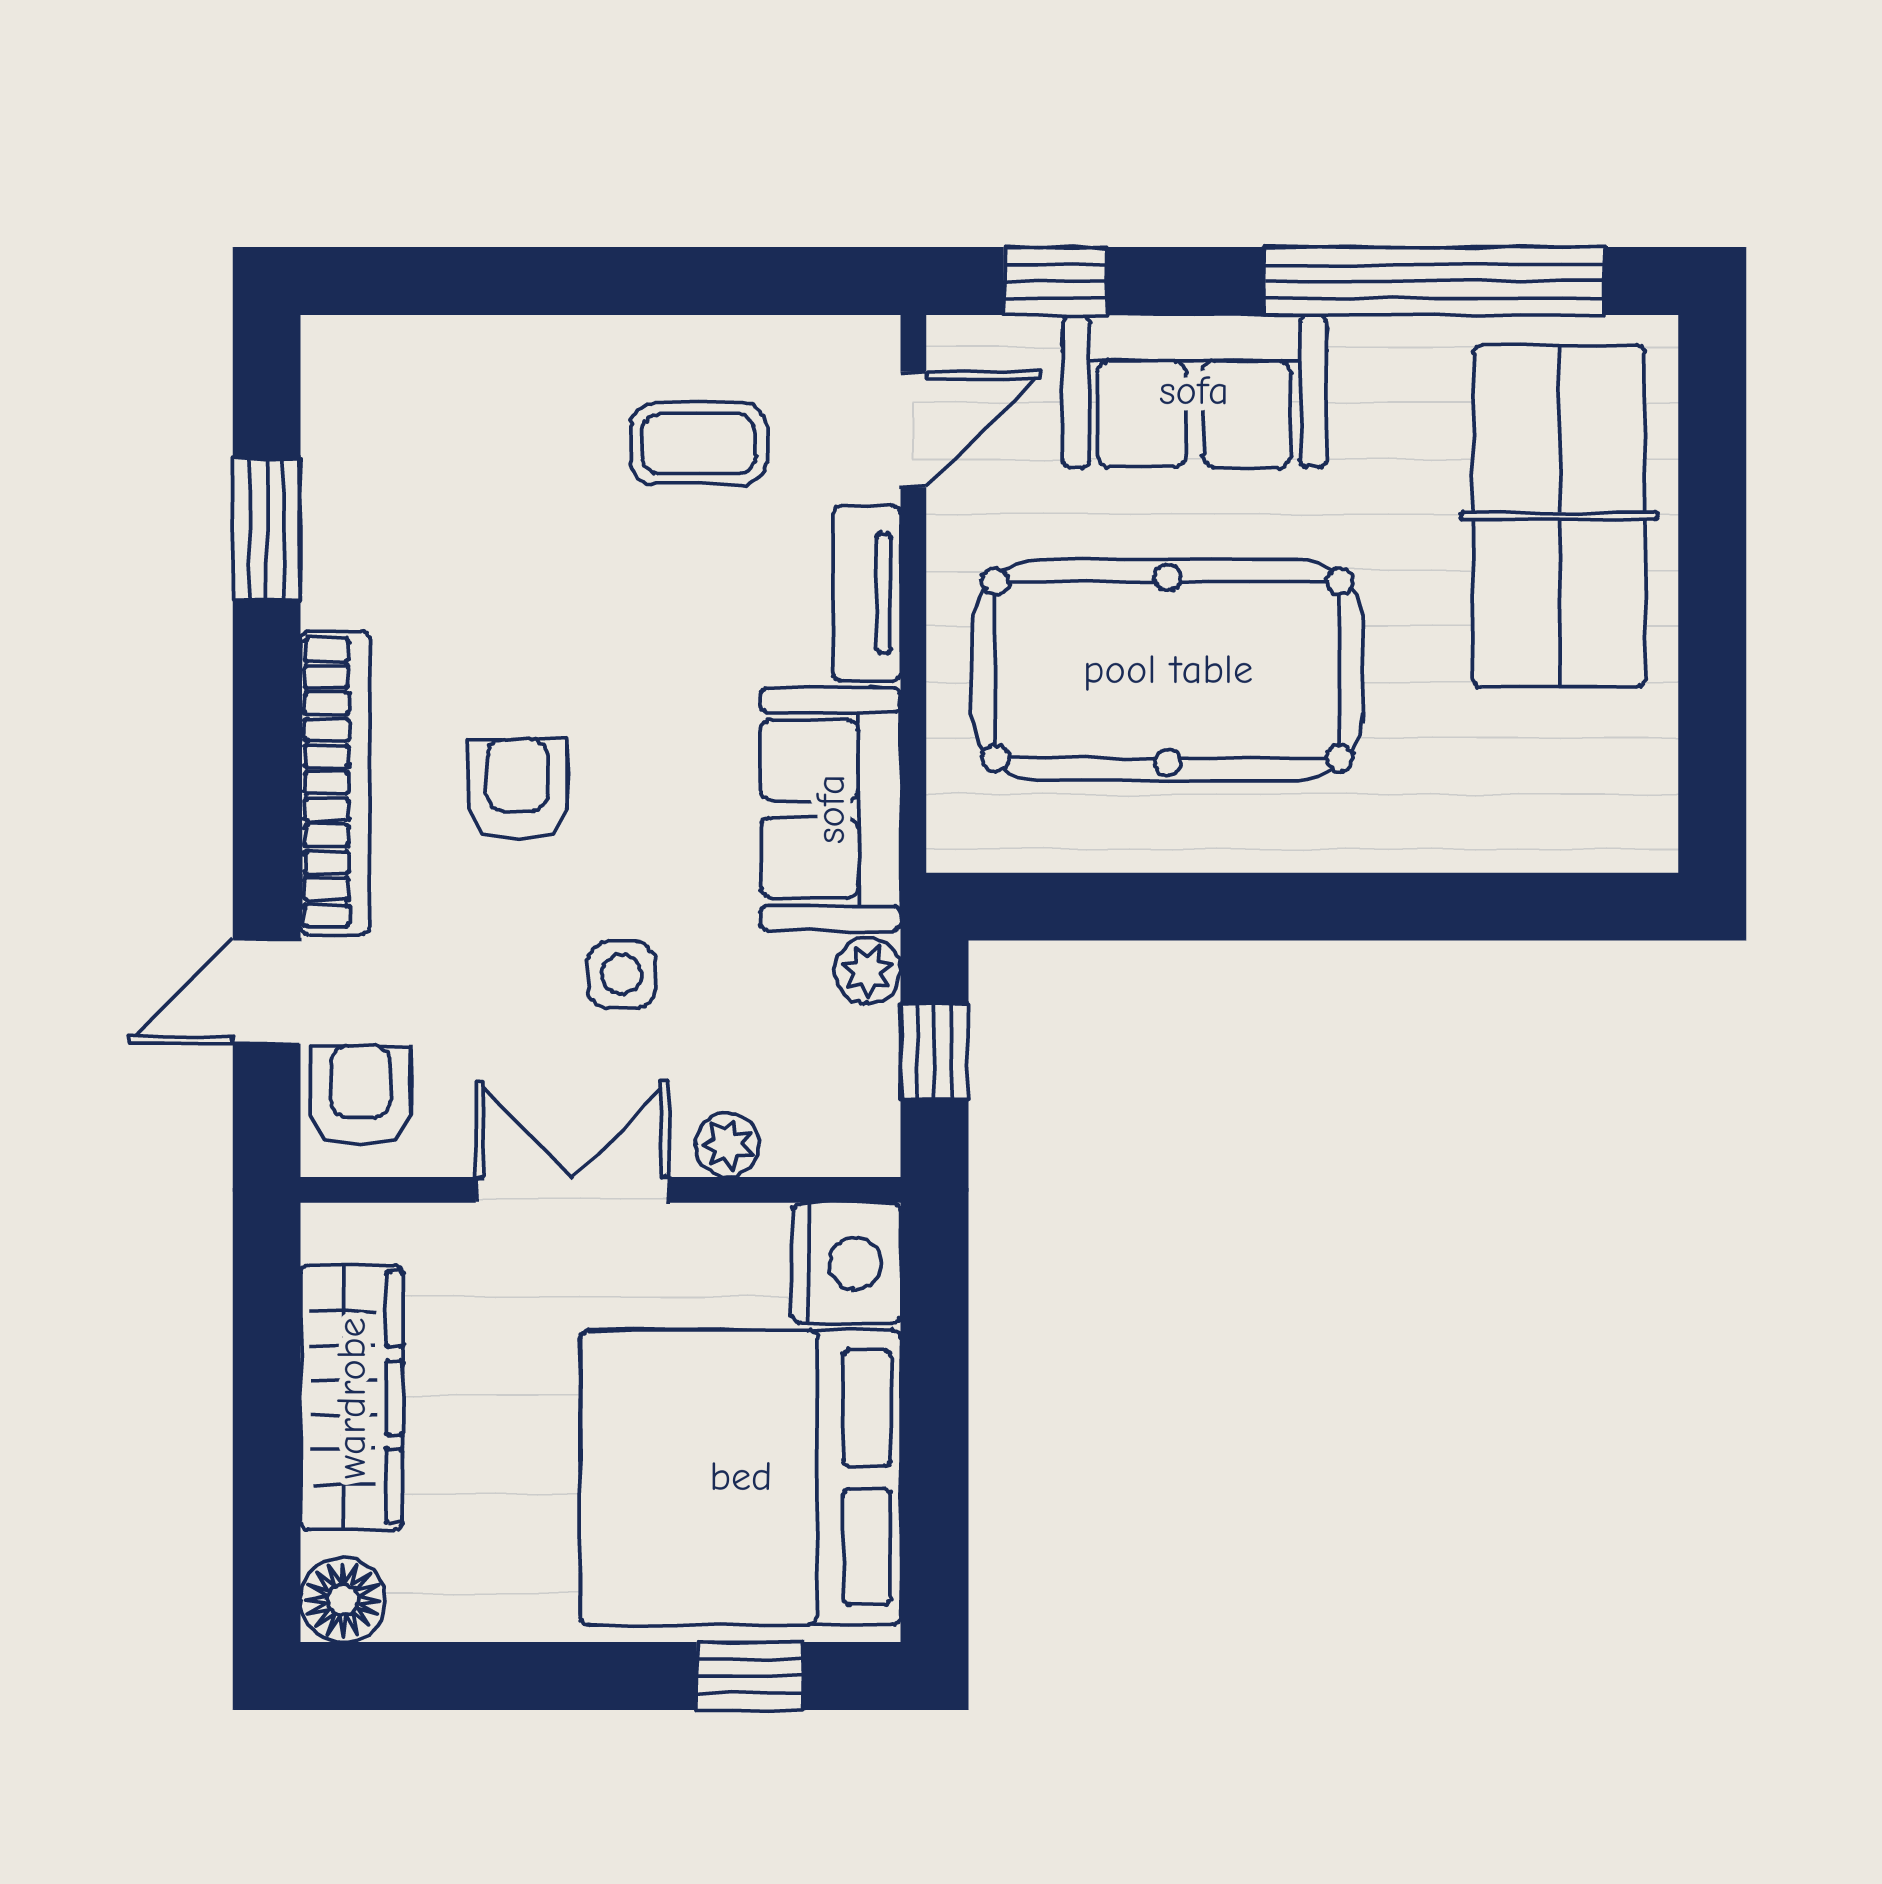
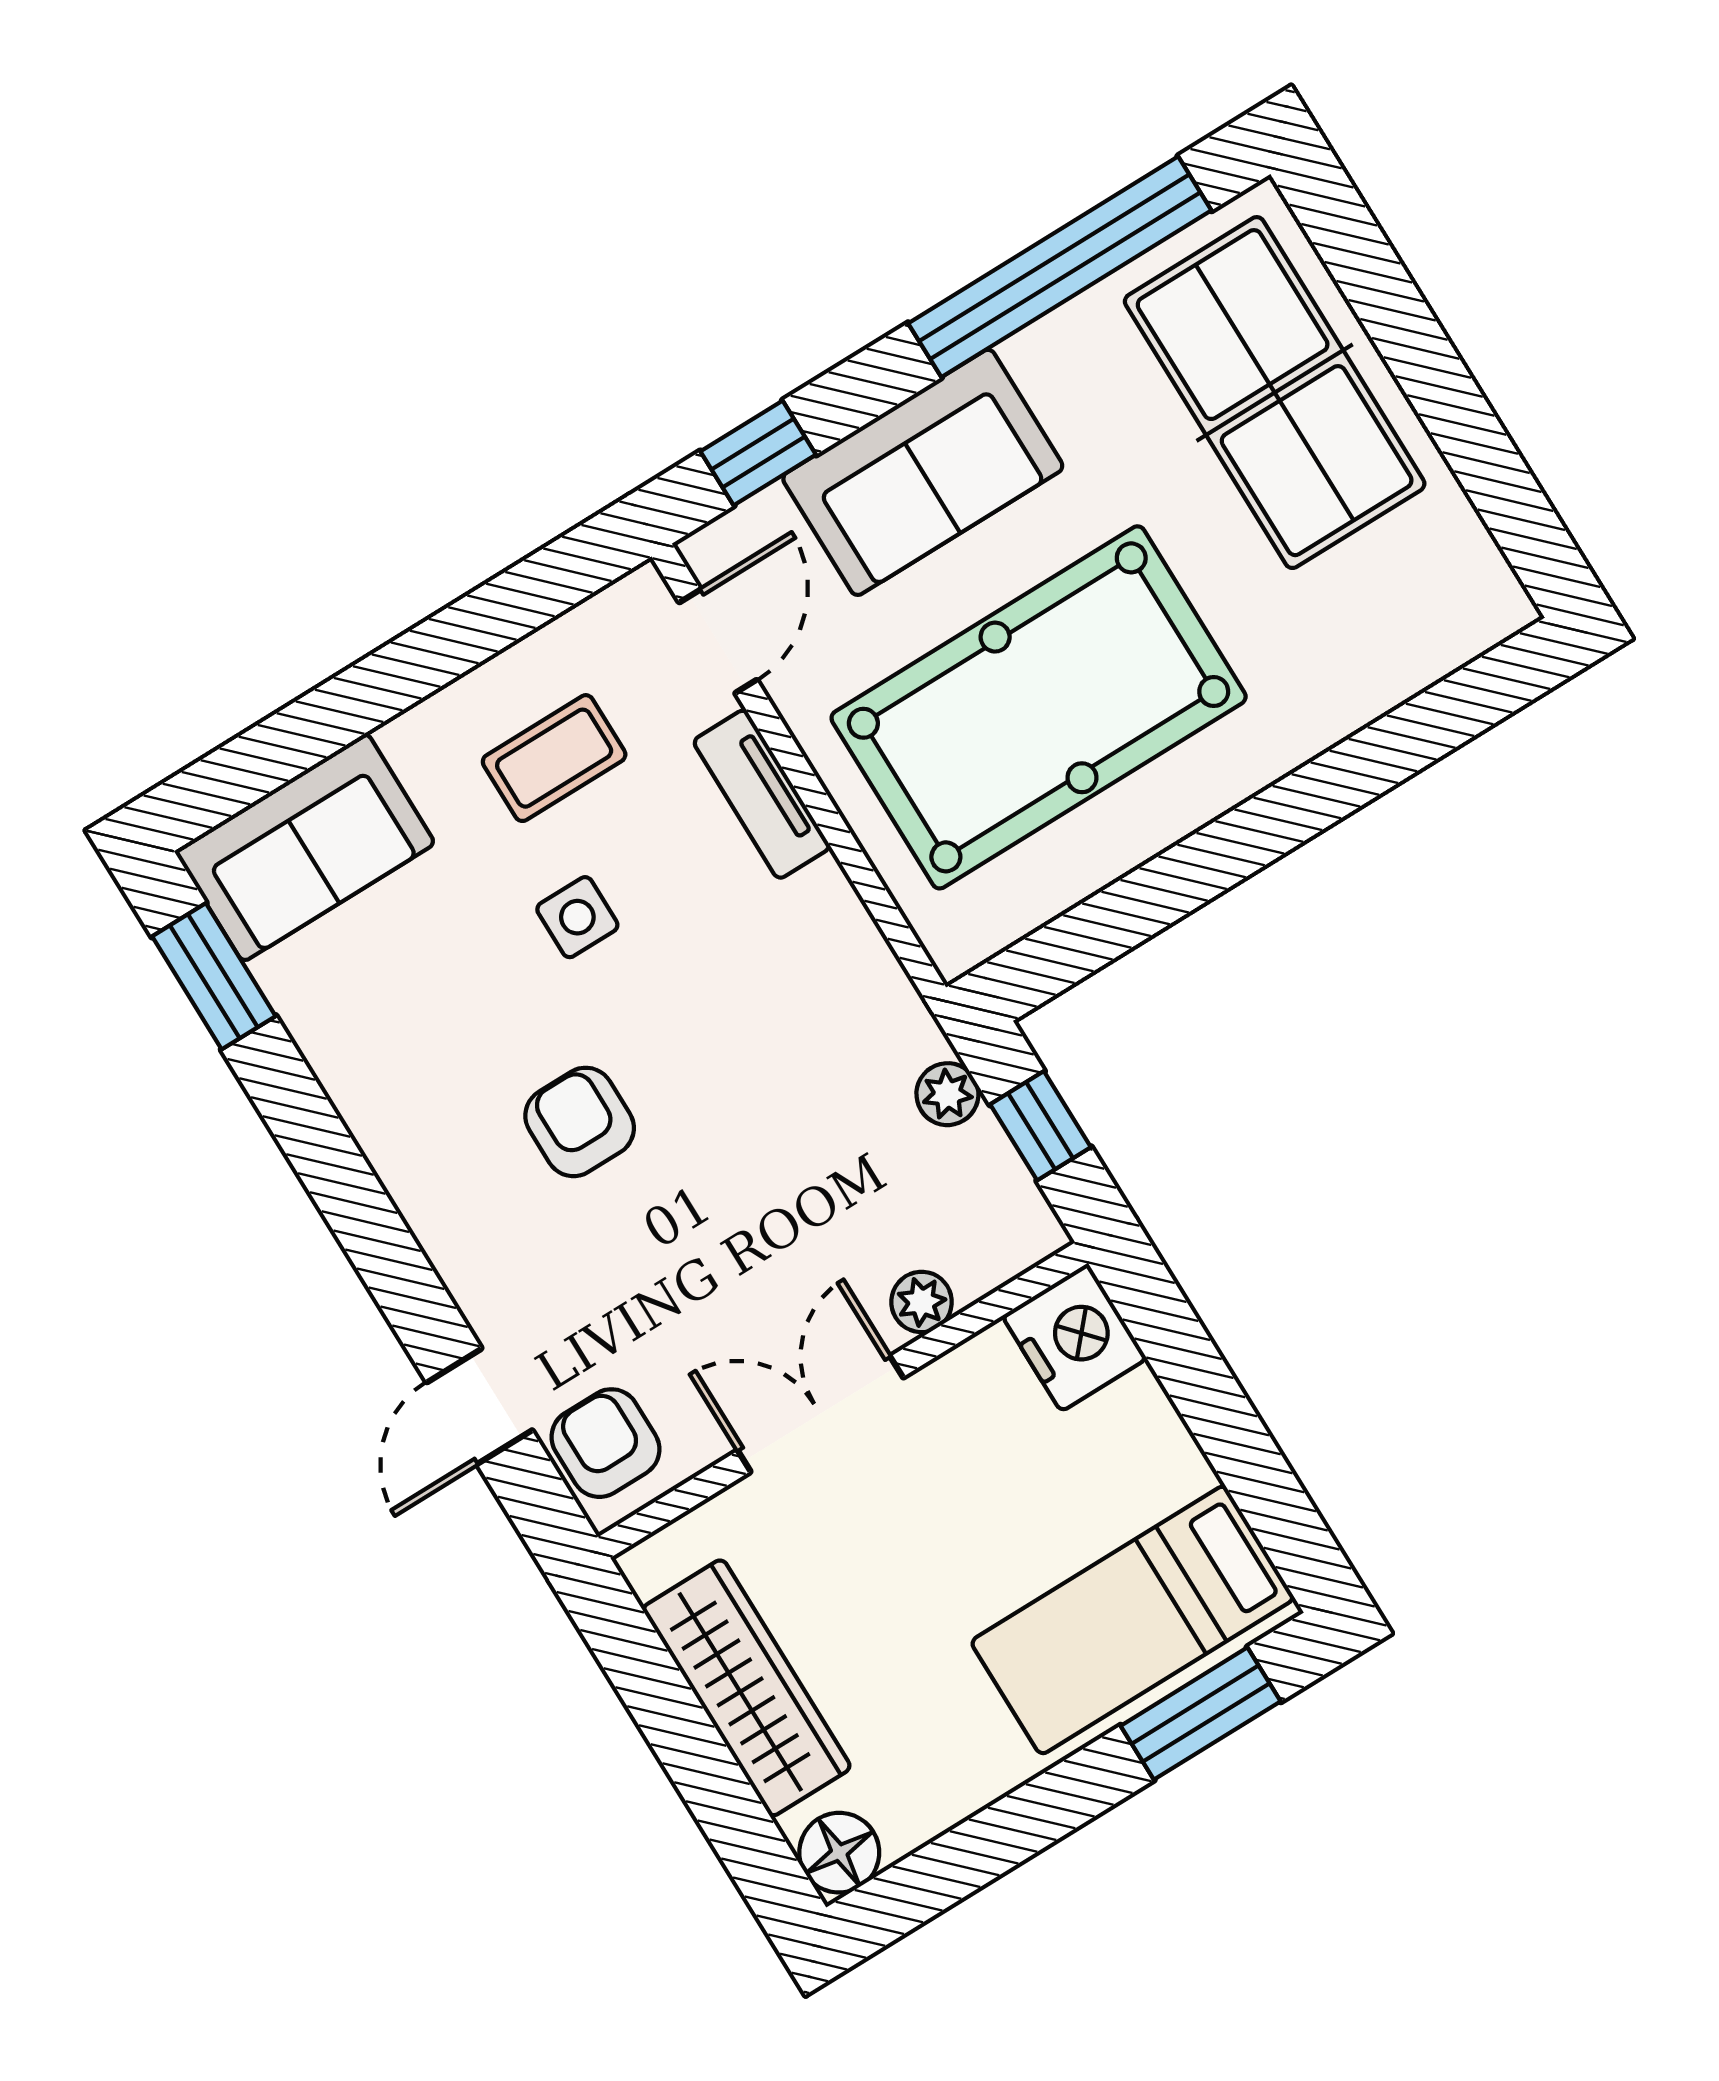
window: (267, 529) -> (214, 976), moved
bookcase: (335, 783) -> (431, 1207), removed
sofa: (831, 809) -> (305, 847), moved, turned -90
side table: (622, 975) -> (577, 917), moved
bed: (741, 1477) -> (1133, 1620), width x0.49
window: (750, 1676) -> (1201, 1714), width x1.50

